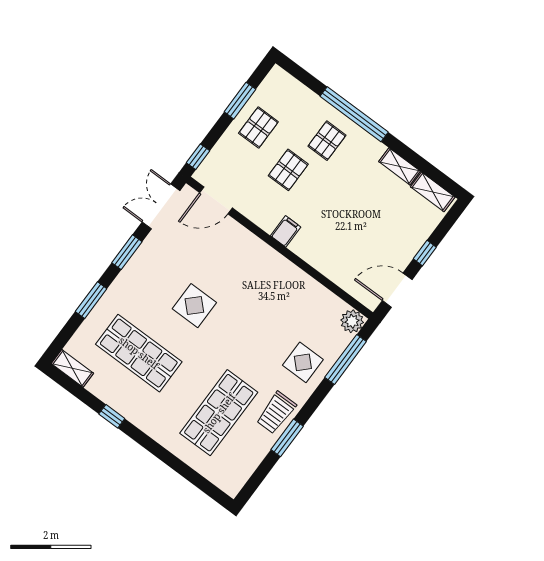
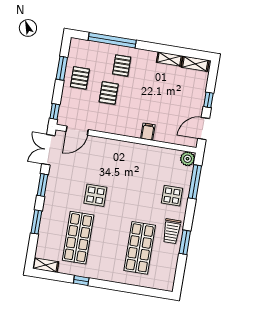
window: (354, 114) -> (112, 40), moved
filing cabinet: (286, 231) -> (148, 132), moved
shop shelf: (139, 353) -> (78, 238), turned 90

